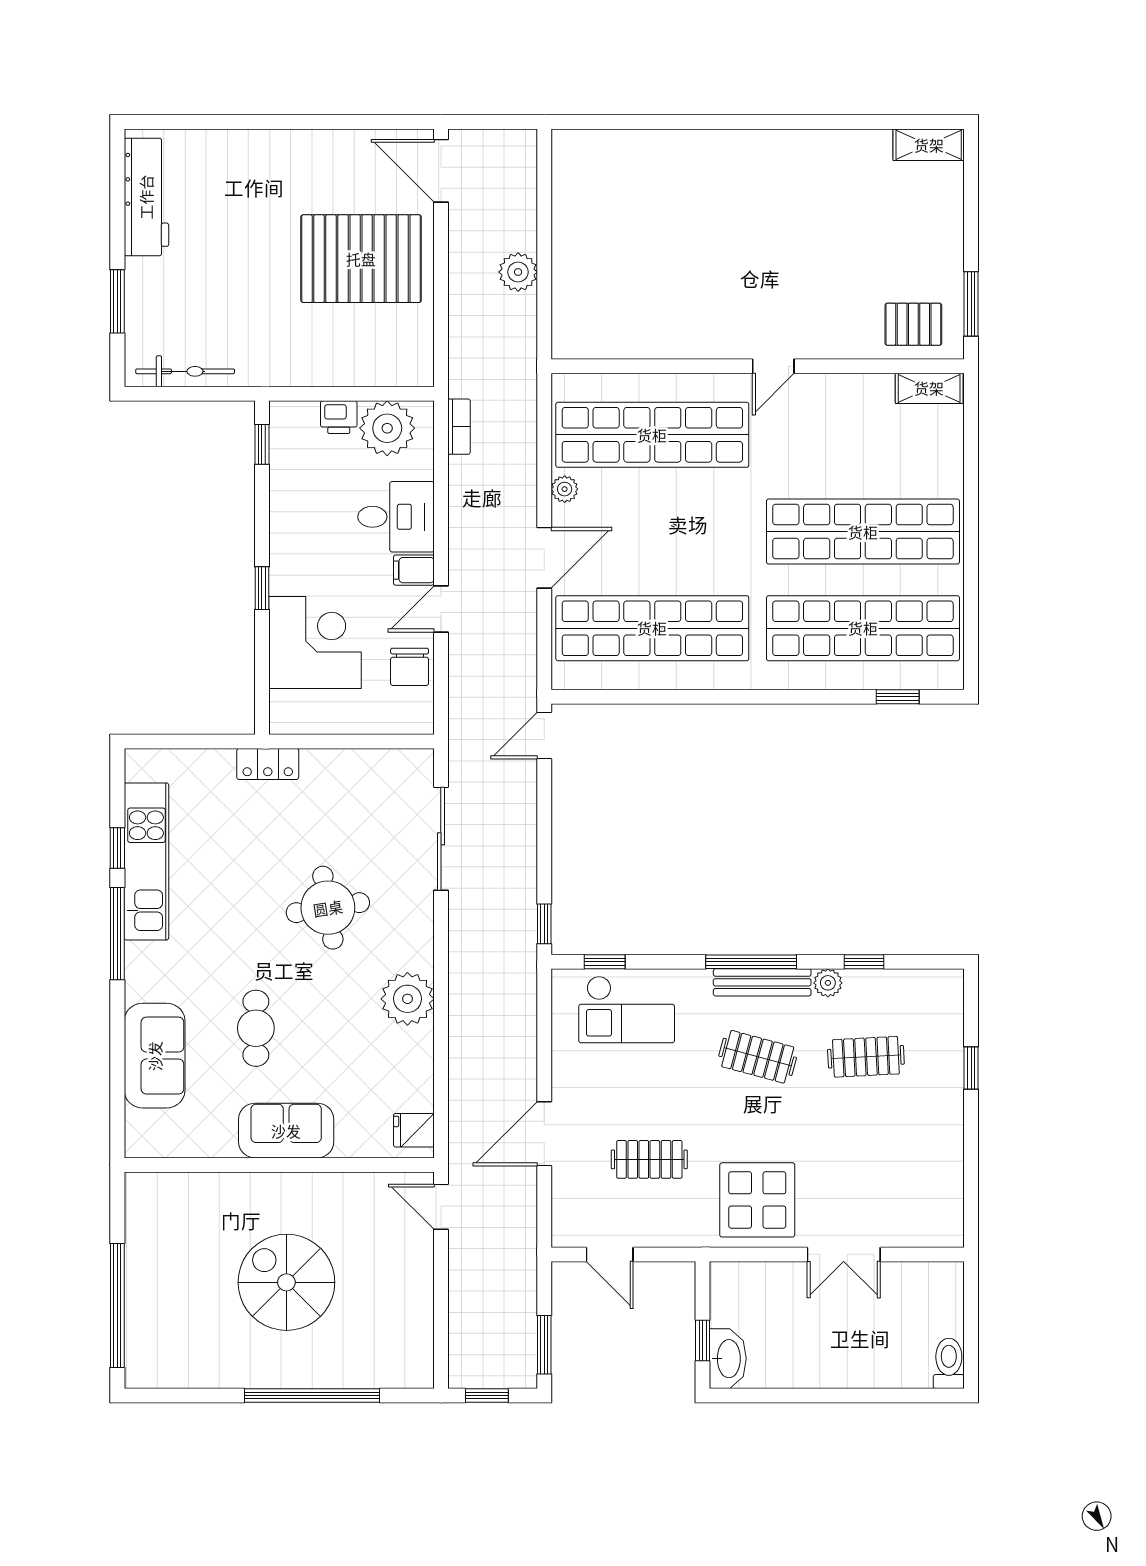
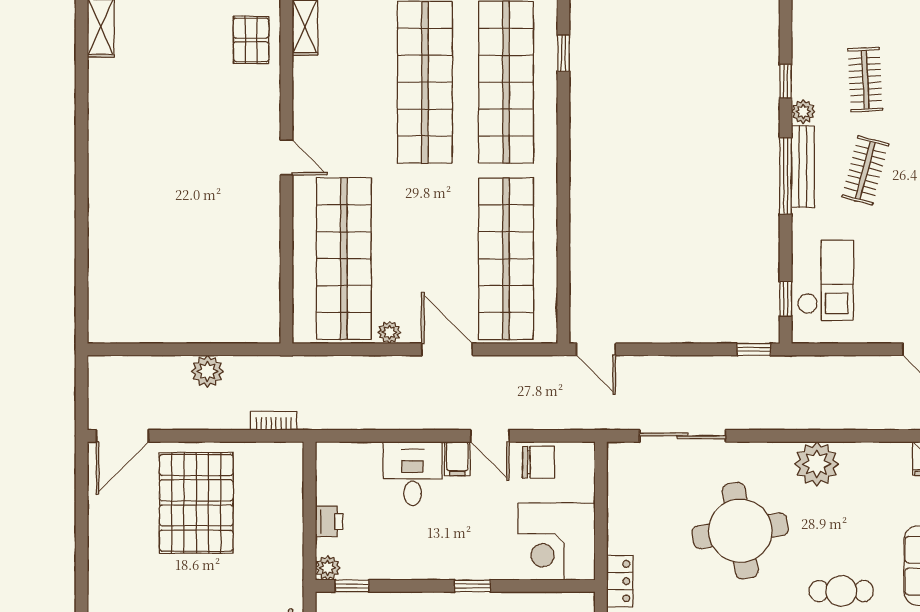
bookcase: (459, 427) -> (274, 421), moved
plant: (387, 428) -> (328, 568), moved, width x0.53, depth x0.53
corner desk: (315, 643) -> (556, 541), moved, turned -90
round table: (328, 908) -> (740, 531), width x1.36, depth x1.36

